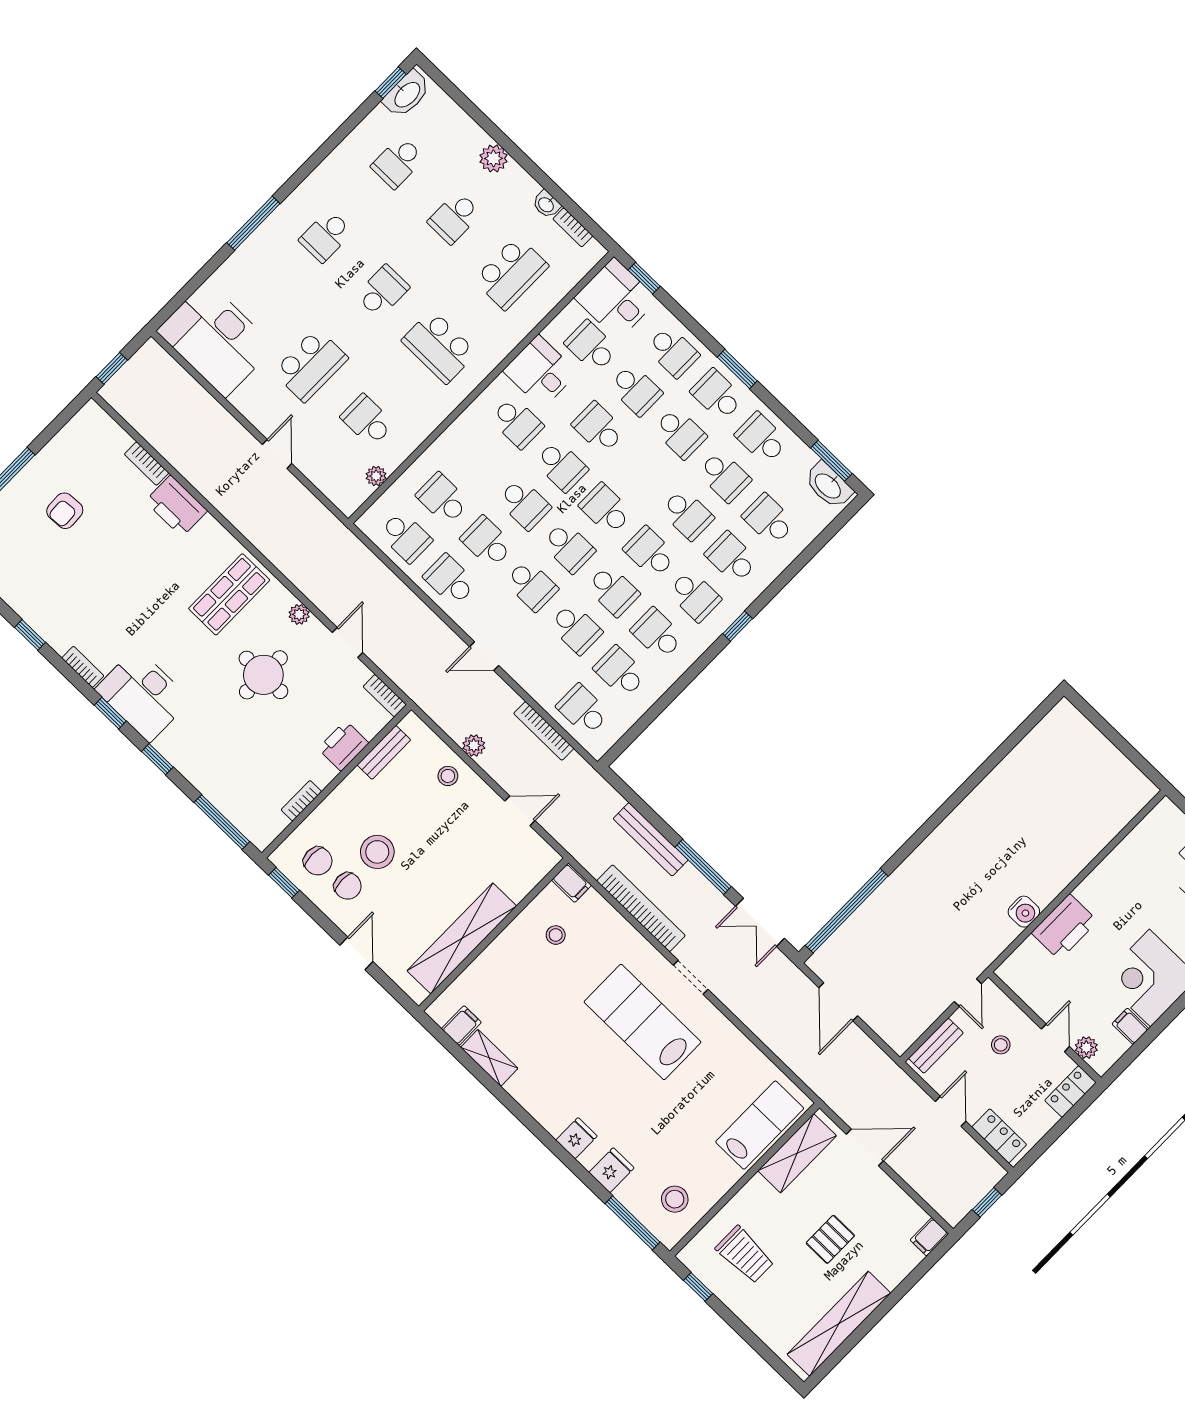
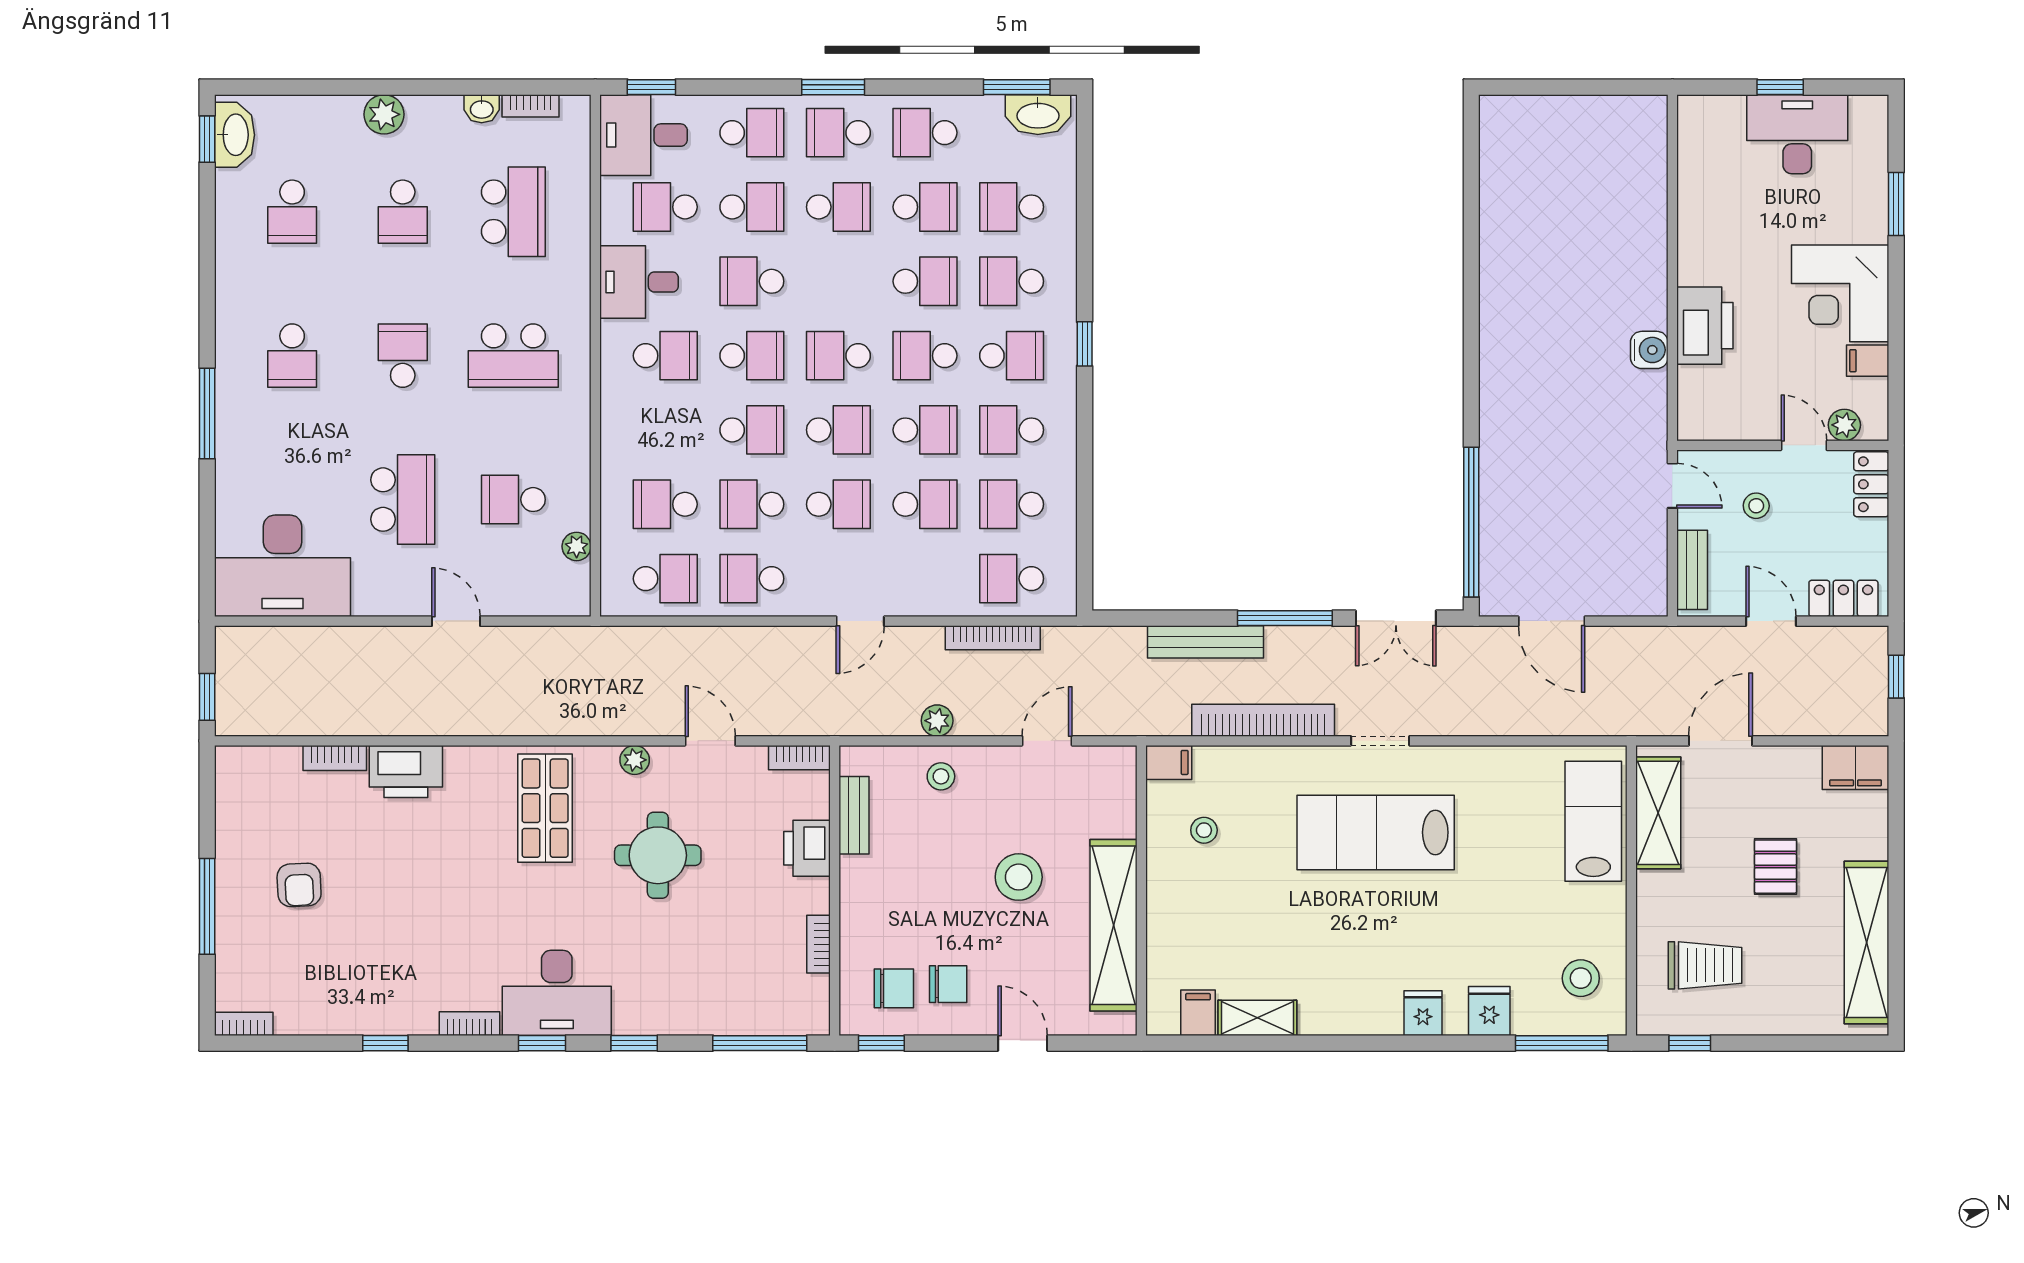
stool: (377, 852) -> (1019, 877), moved
filing cabinet: (929, 1237) -> (1856, 767), width x2.00

